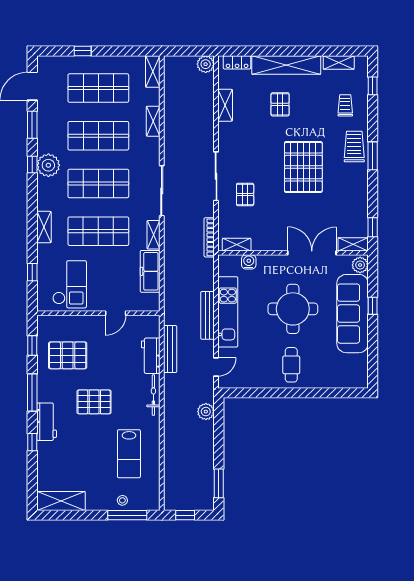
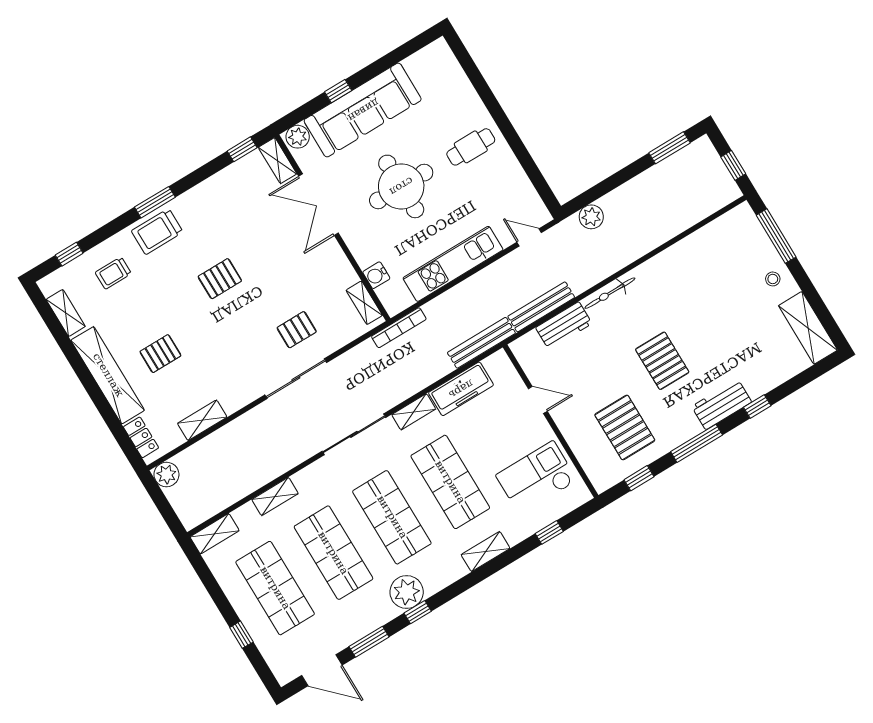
pallet: (303, 167) -> (220, 279), width x0.49, depth x0.50
bookcase: (209, 237) -> (399, 328), moved
bench: (207, 315) -> (481, 343), moved
lab bench: (129, 454) -> (700, 280), removed
stool: (122, 500) -> (773, 279), moved

